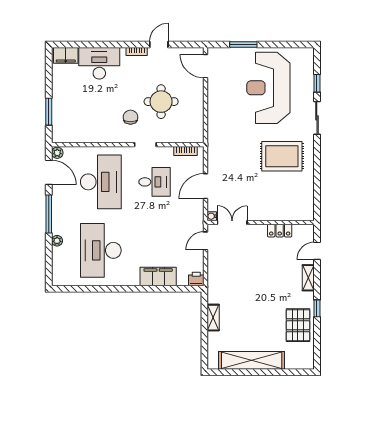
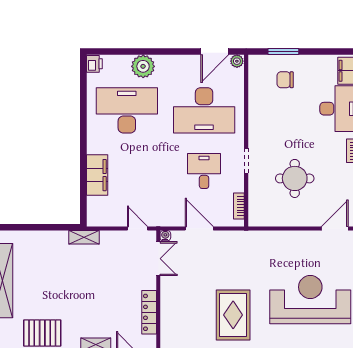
chair: (130, 117) -> (285, 80), moved, turned 180
desk: (155, 182) -> (204, 171), turned 180
window: (49, 214) -> (168, 52), removed
locker: (280, 231) -> (149, 312), width x1.53
plant: (57, 241) -> (143, 66), width x1.88, depth x1.88
printer: (196, 279) -> (94, 64), moved
shelving: (213, 318) -> (84, 237), moved

